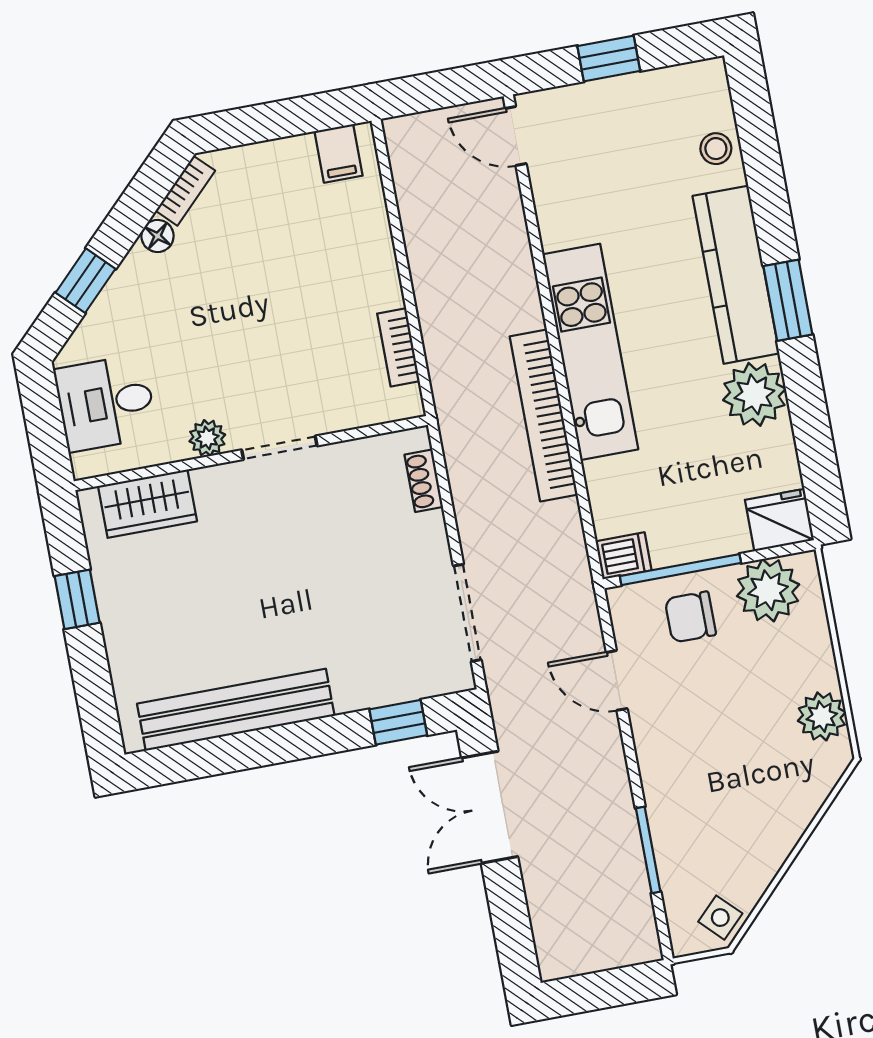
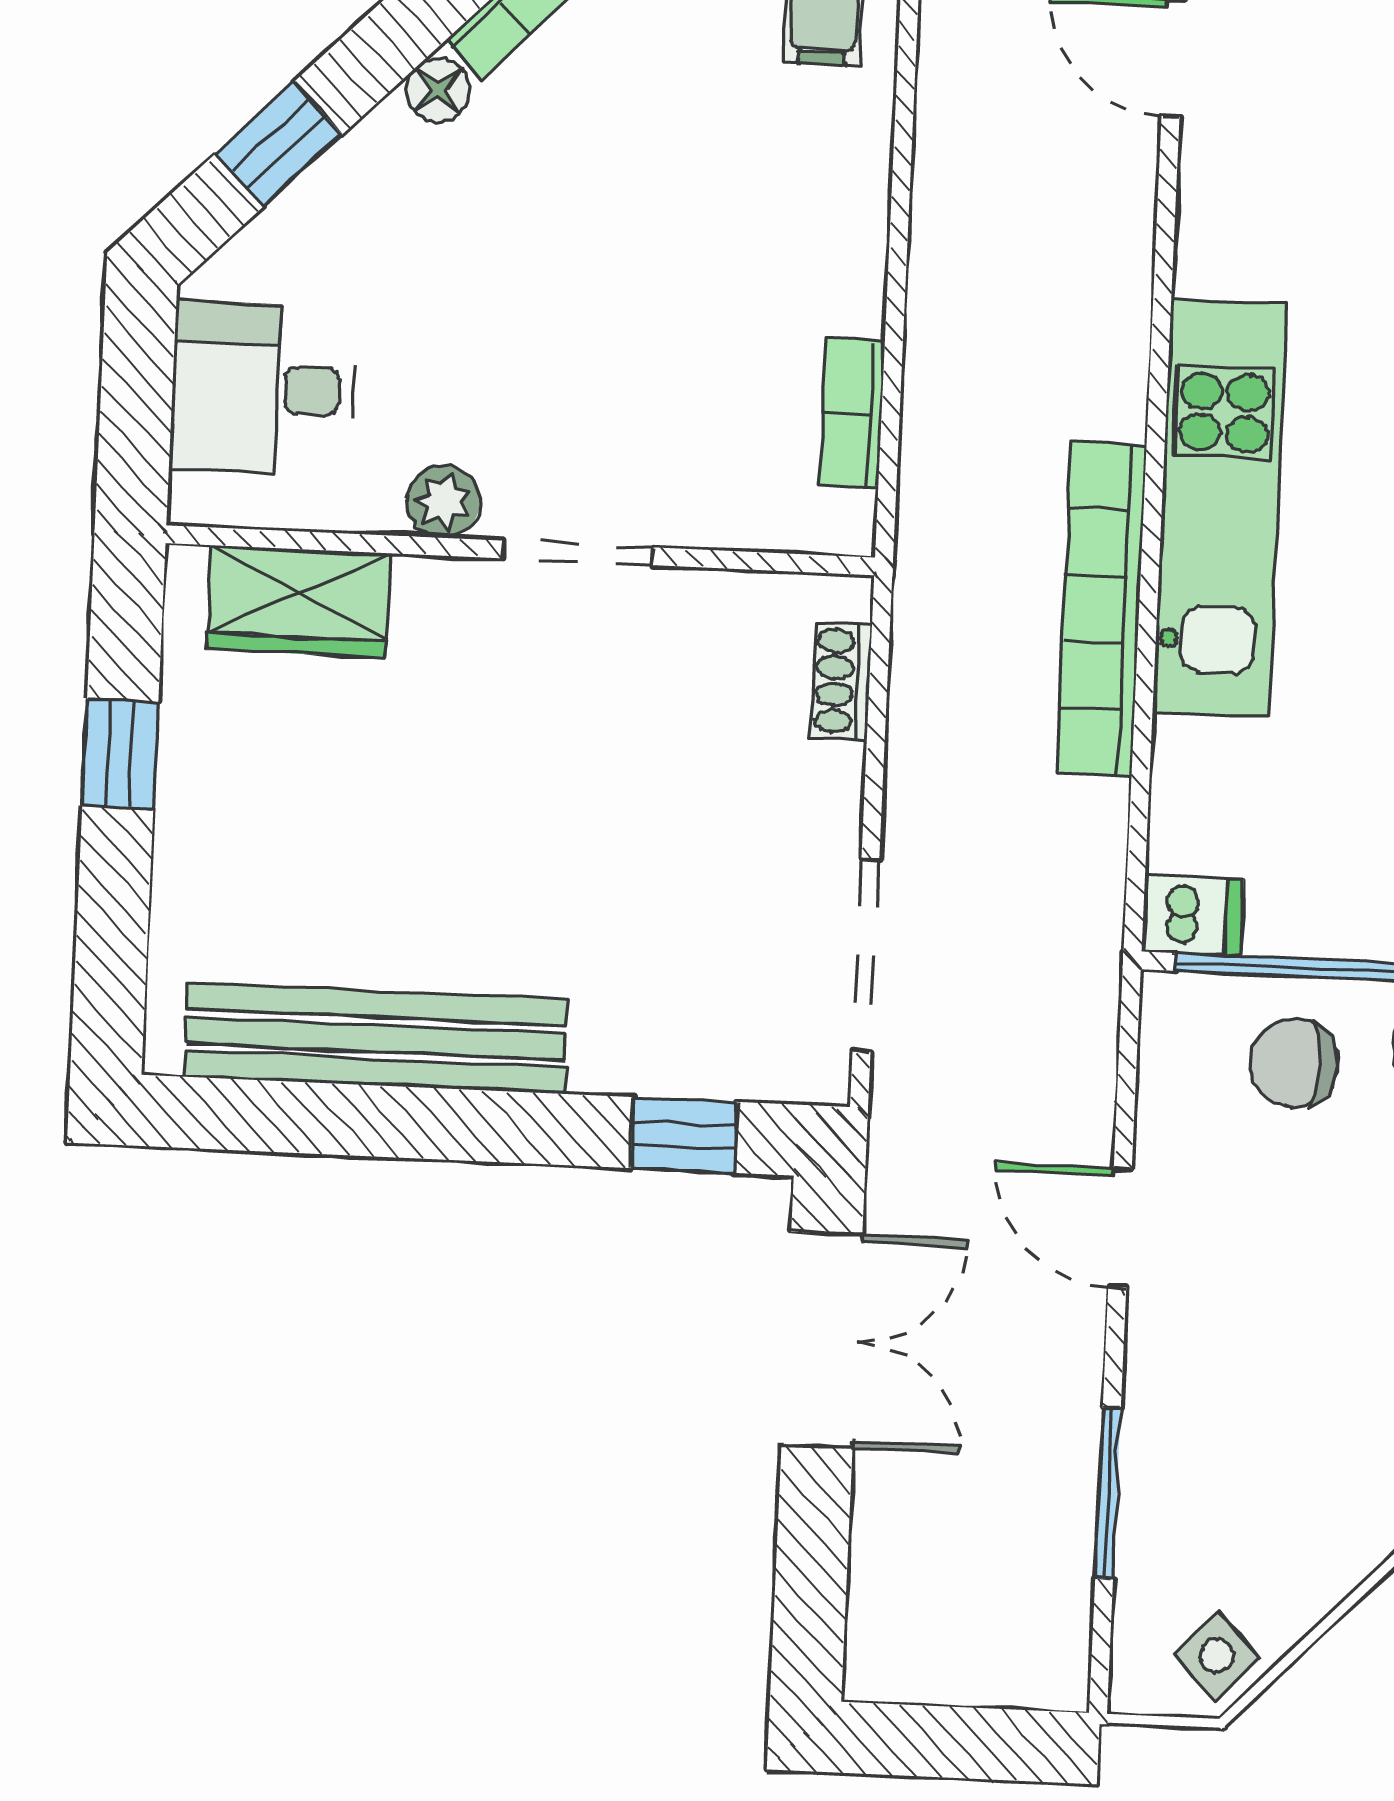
door: (617, 680) -> (1120, 1228), moved
double door: (490, 807) -> (822, 1340), swing flipped

